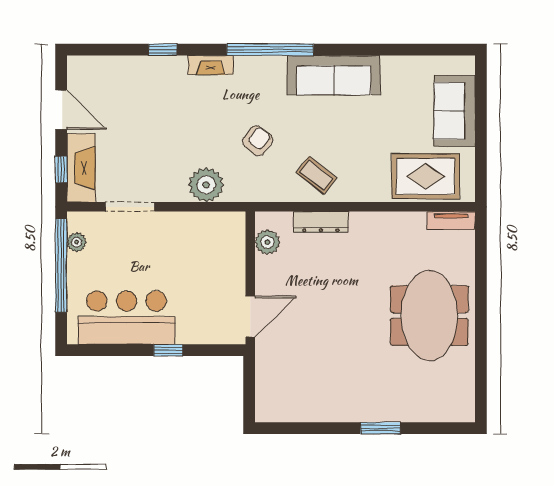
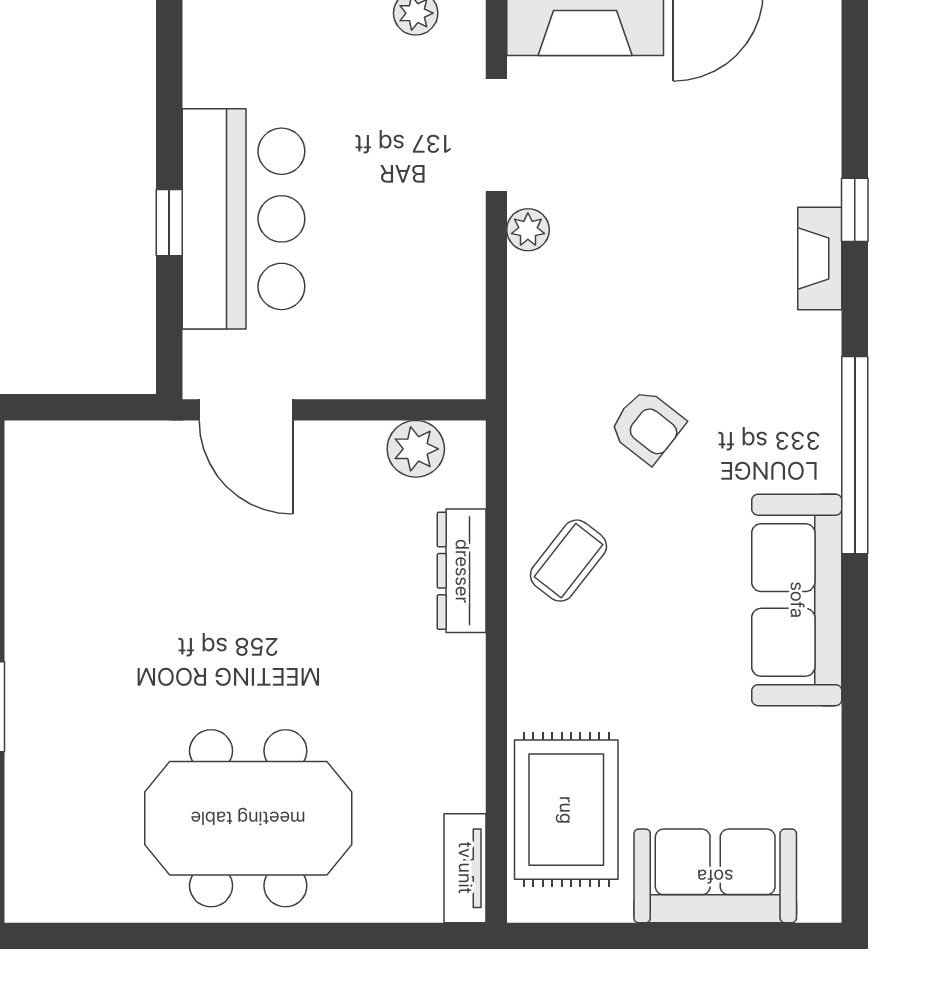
fireplace: (211, 65) -> (820, 258), moved
plant: (206, 185) -> (528, 230), moved, width x0.53, depth x0.53
bar counter: (127, 318) -> (243, 219), moved

